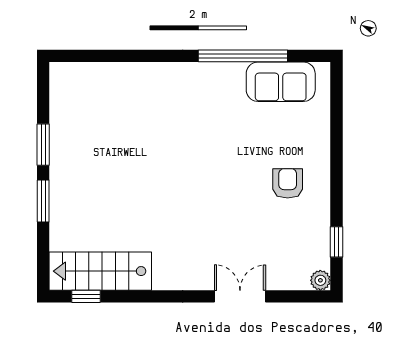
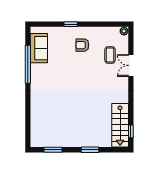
window: (43, 145) -> (53, 150), moved
window: (336, 242) -> (71, 24), moved
coffee table: (265, 248) -> (110, 55), added

